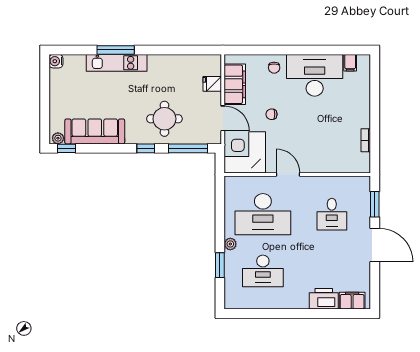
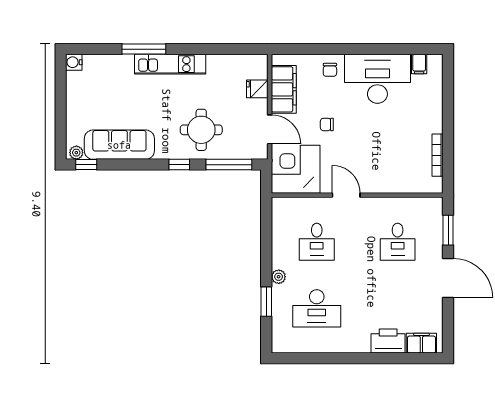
kitchen unit: (117, 63) -> (170, 64), moved
bookcase: (366, 140) -> (438, 155), width x1.56
desk: (263, 214) -> (317, 242), width x0.53, depth x0.77

